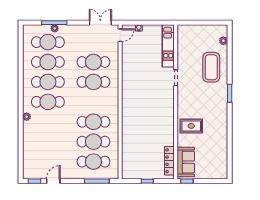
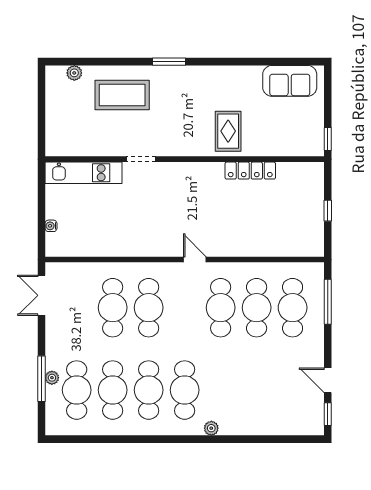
door: (120, 35) -> (195, 259), moved
locker: (169, 161) -> (250, 171), moved
sofa: (186, 162) -> (290, 81), moved, turned 180

